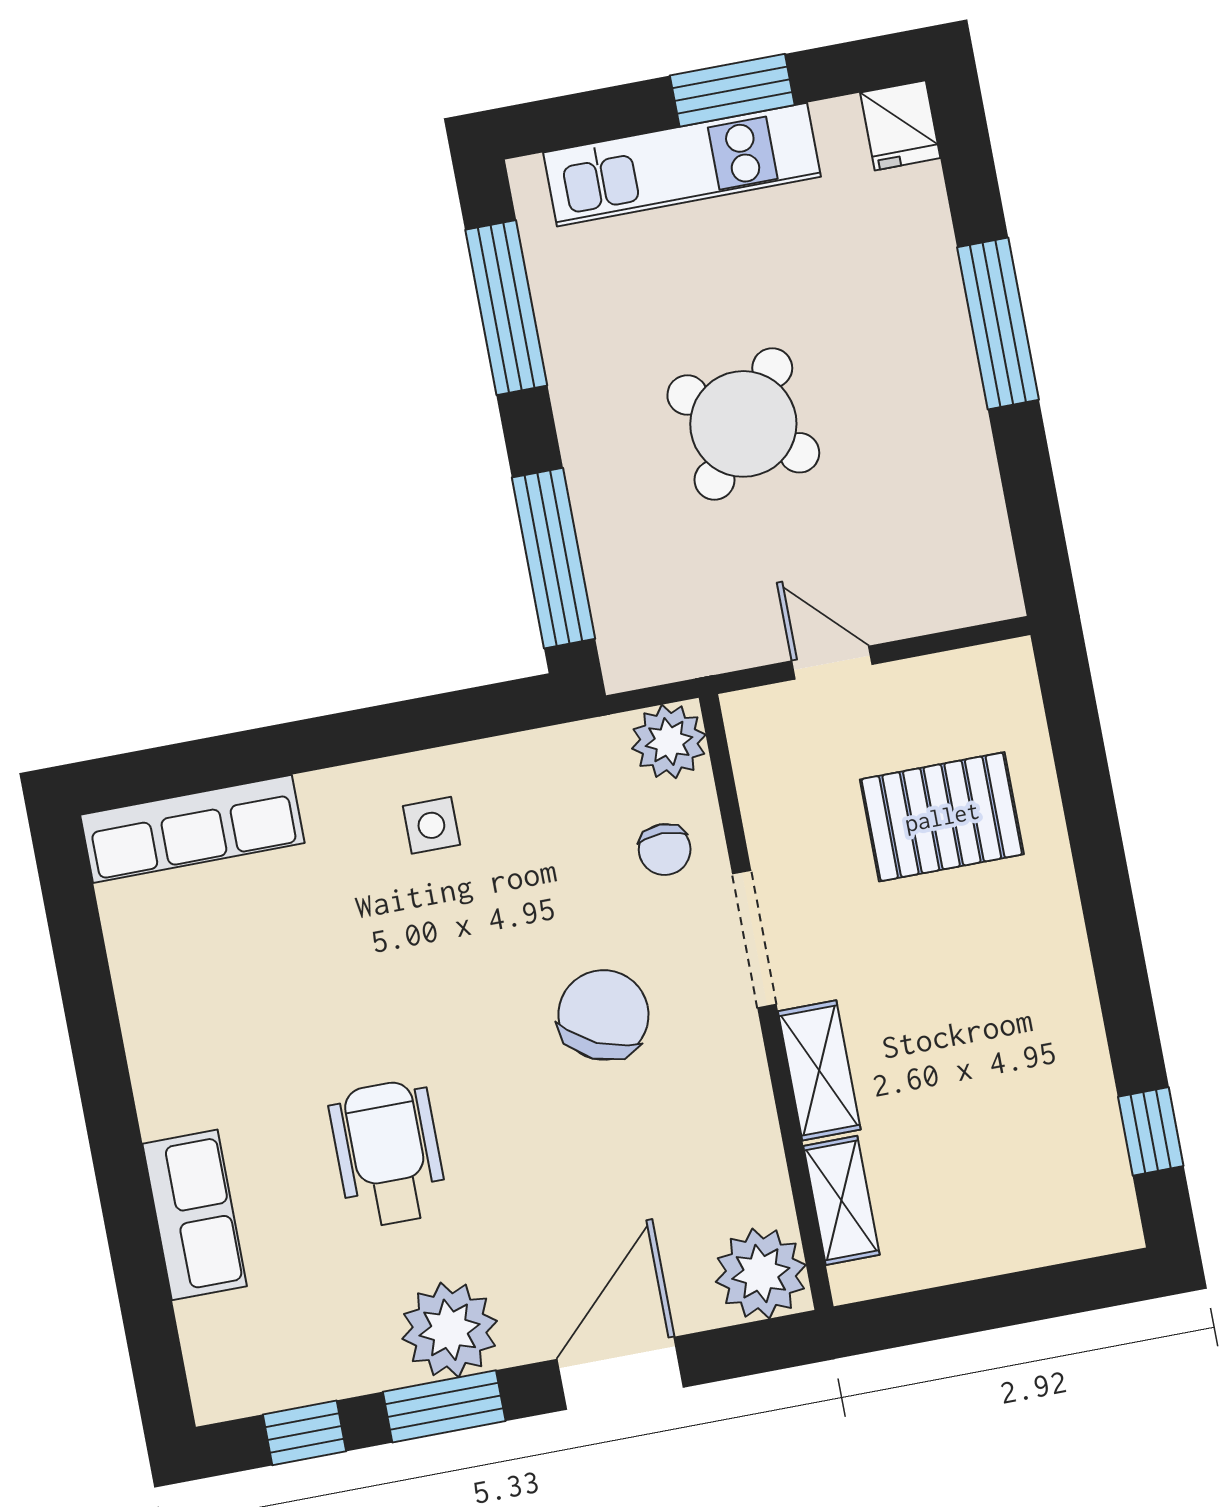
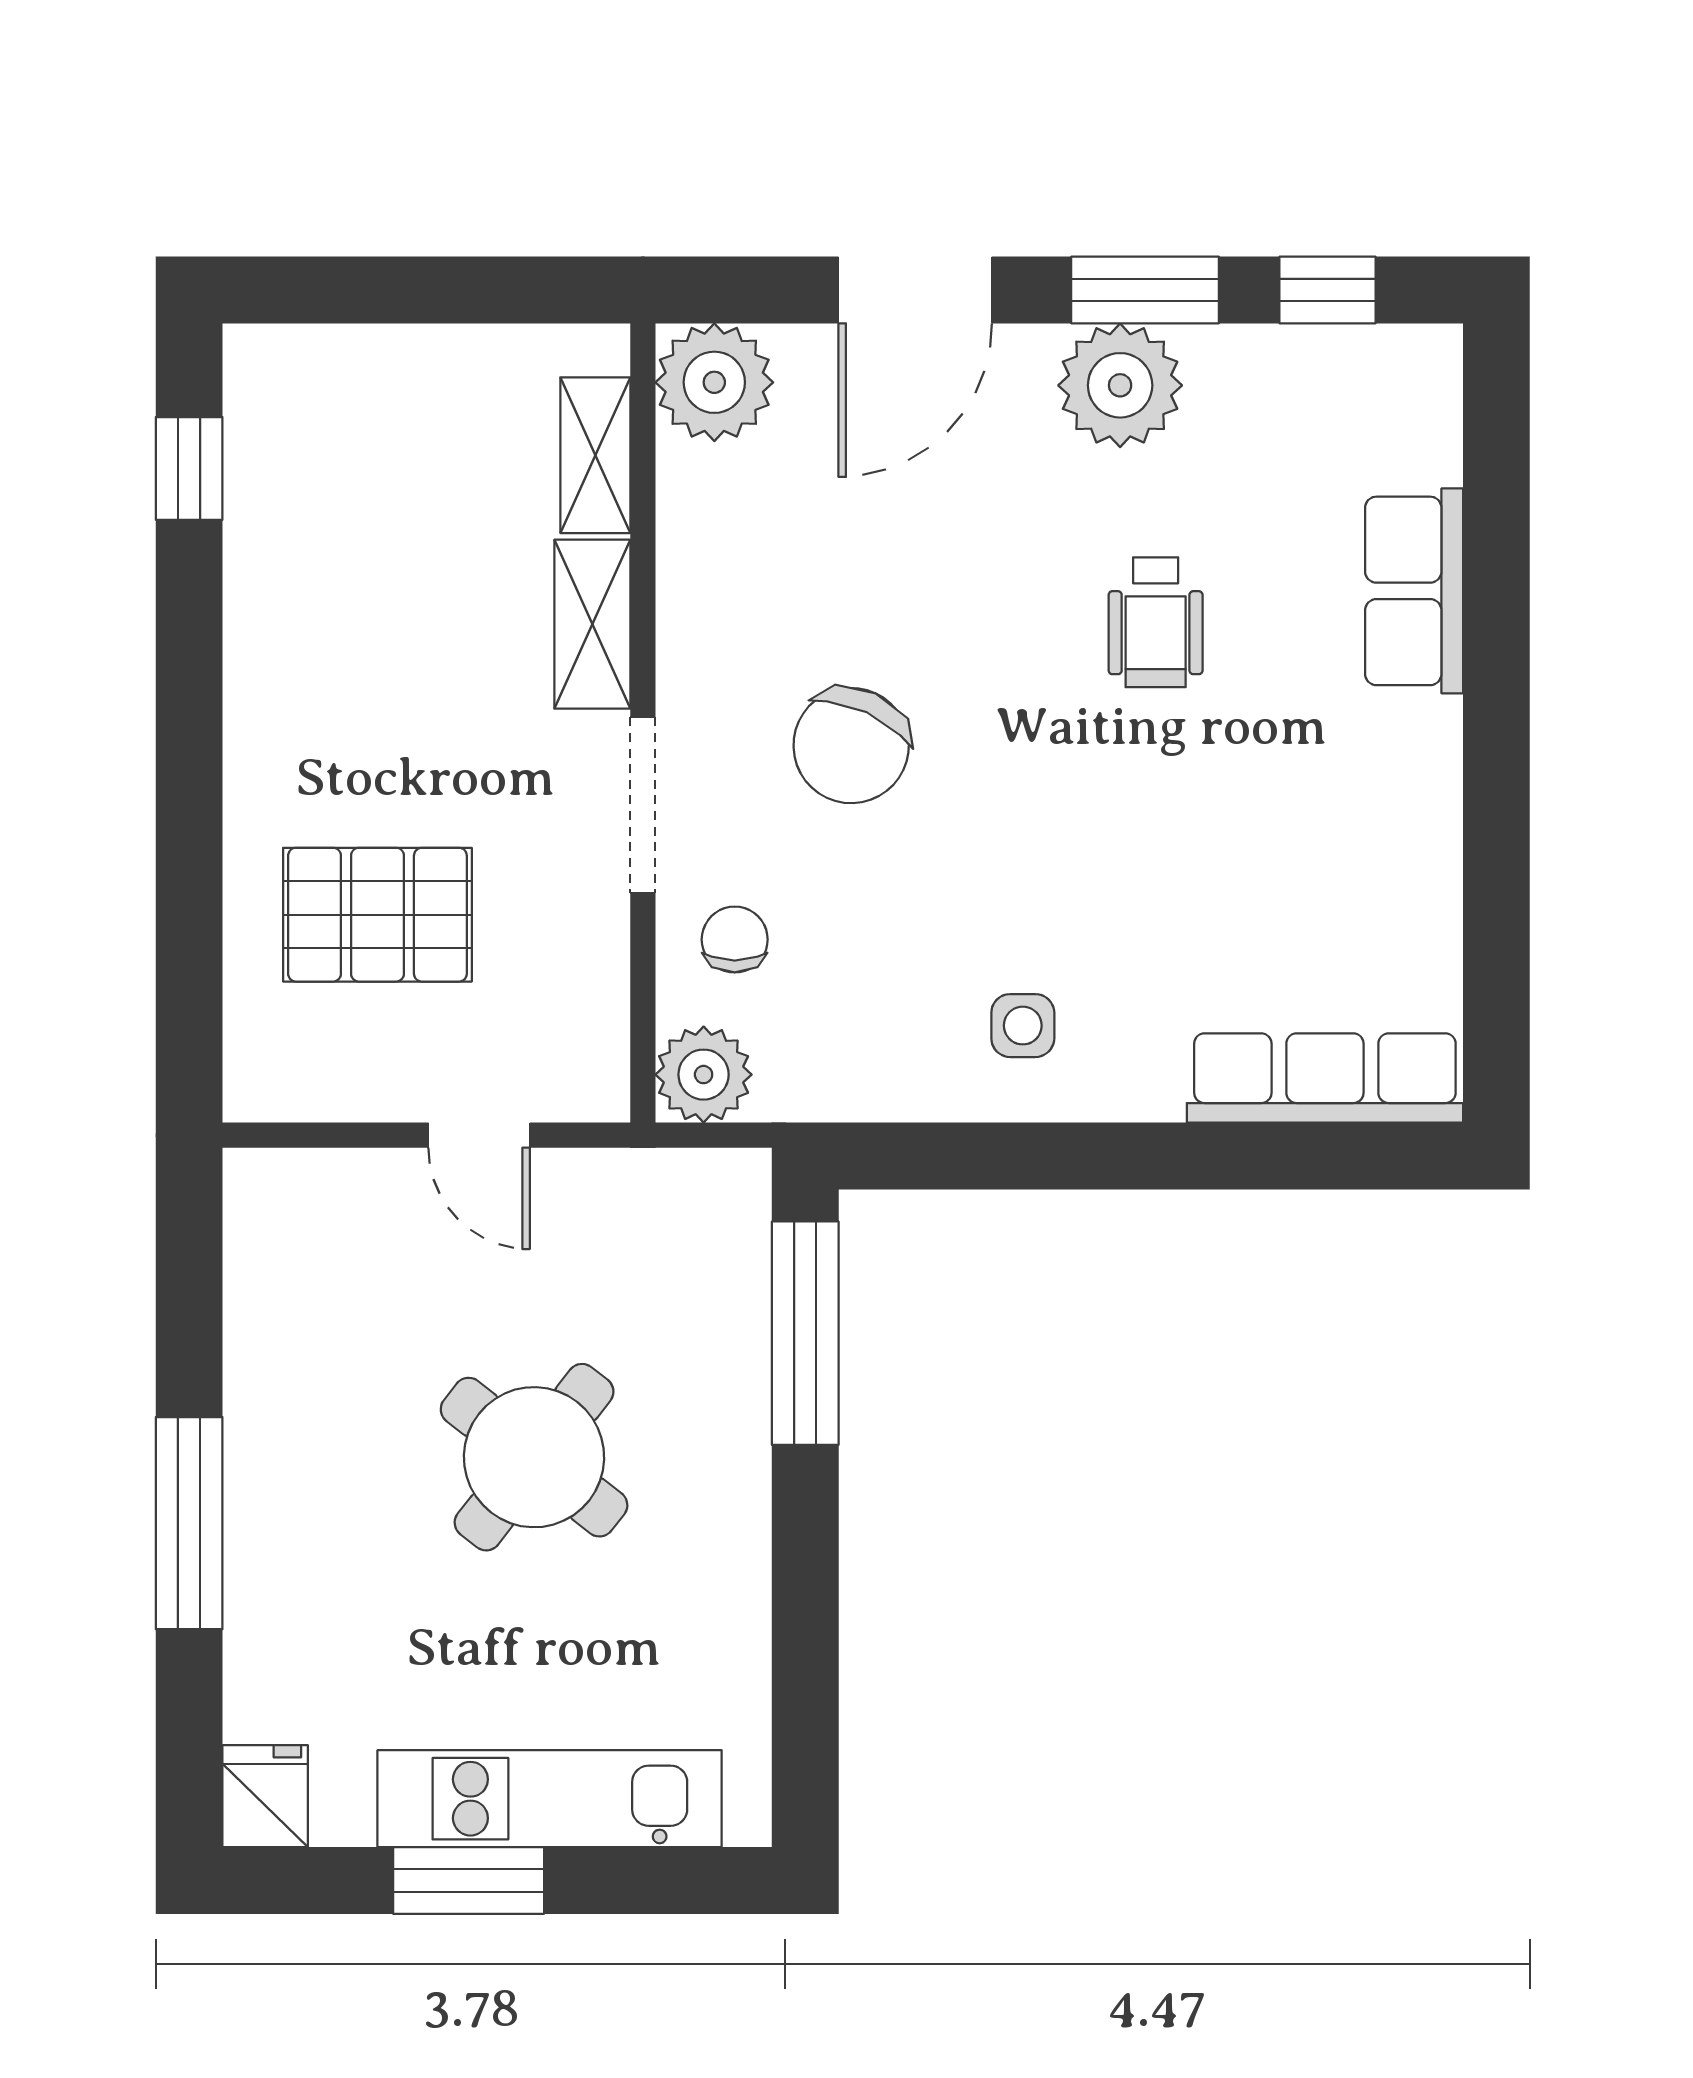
window: (506, 308) -> (805, 1660), removed
wheelchair: (388, 1153) -> (1156, 622), width x0.73, depth x0.73

